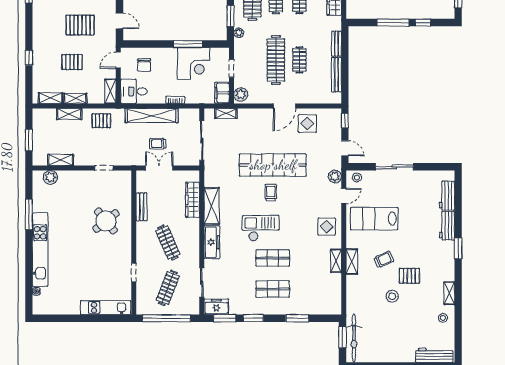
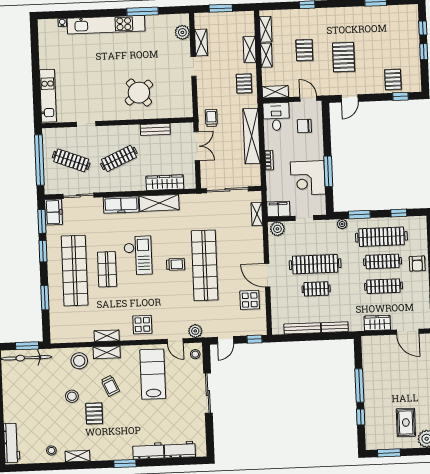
trolley: (158, 144) -> (211, 118), moved
doorway: (104, 168) -> (194, 66), moved
stool: (359, 288) -> (79, 361), added
shop shelf: (273, 289) -> (75, 271), width x2.00, depth x1.36

